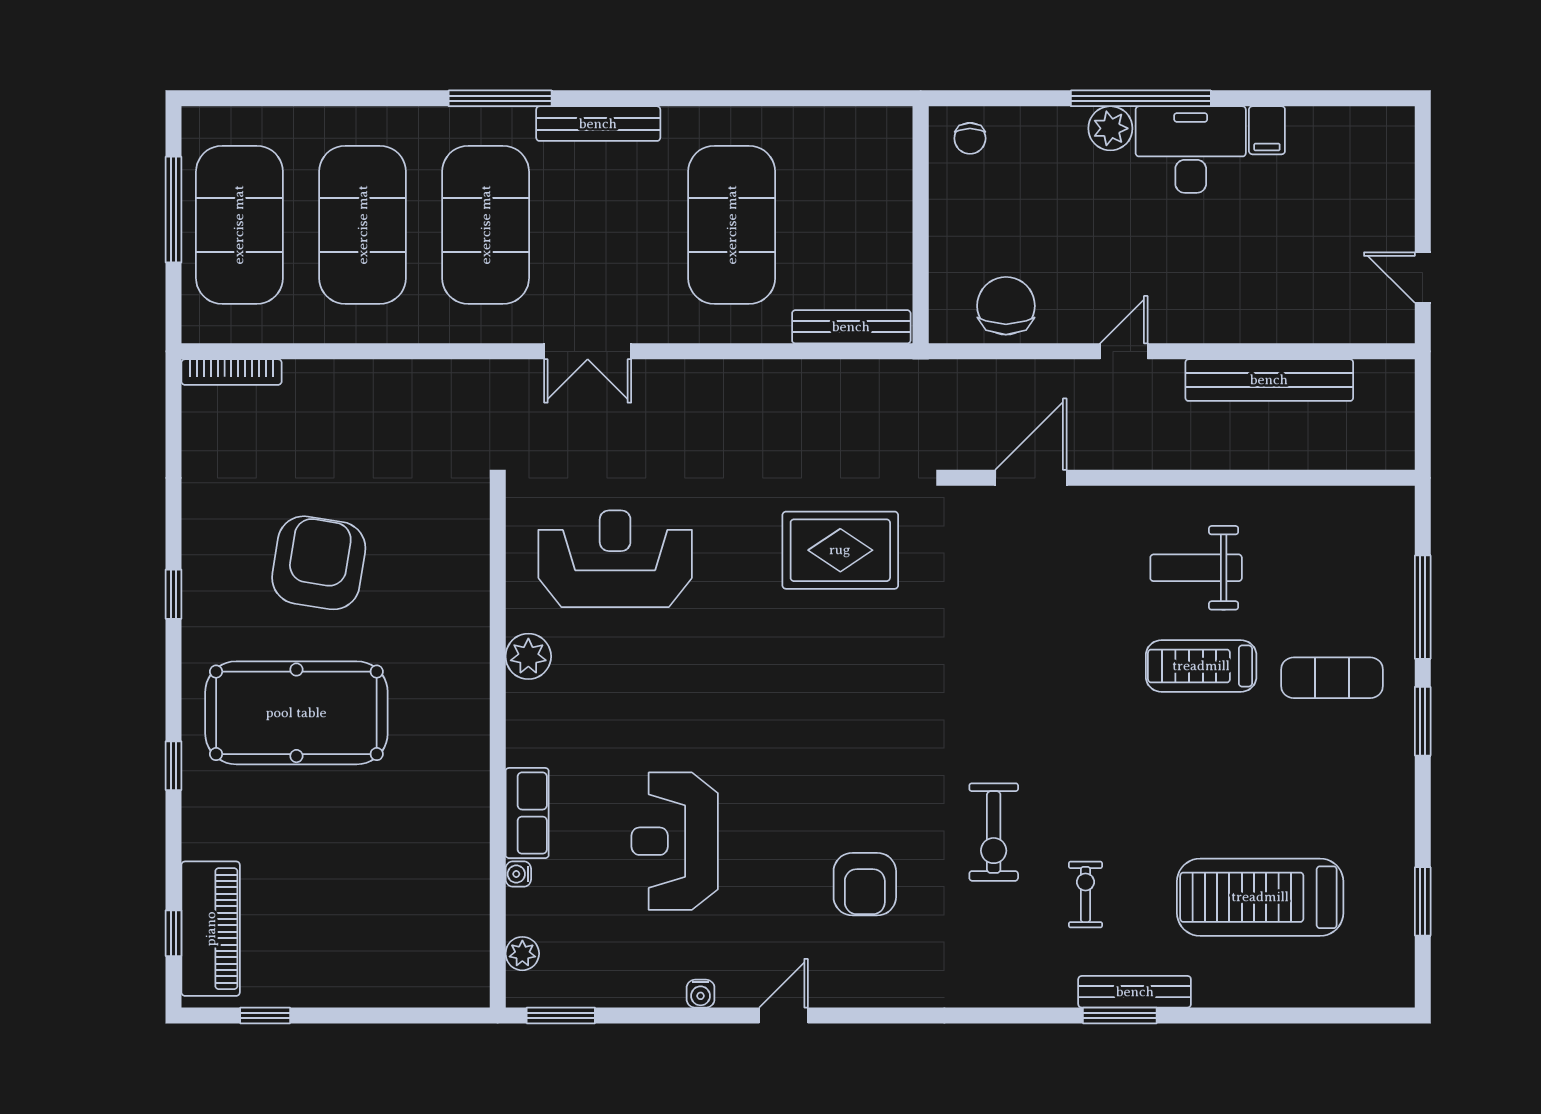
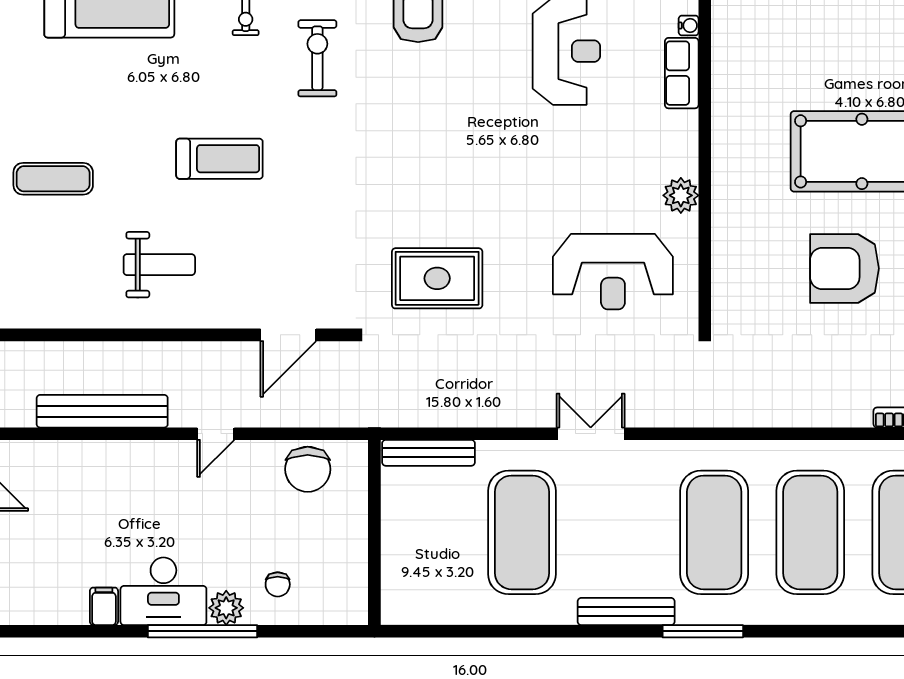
chair: (970, 138) -> (278, 584), moved, turned 180
double door: (588, 351) -> (591, 434), moved
armchair: (319, 563) -> (844, 268), turned 81
treadmill: (1201, 666) -> (219, 159), moved

